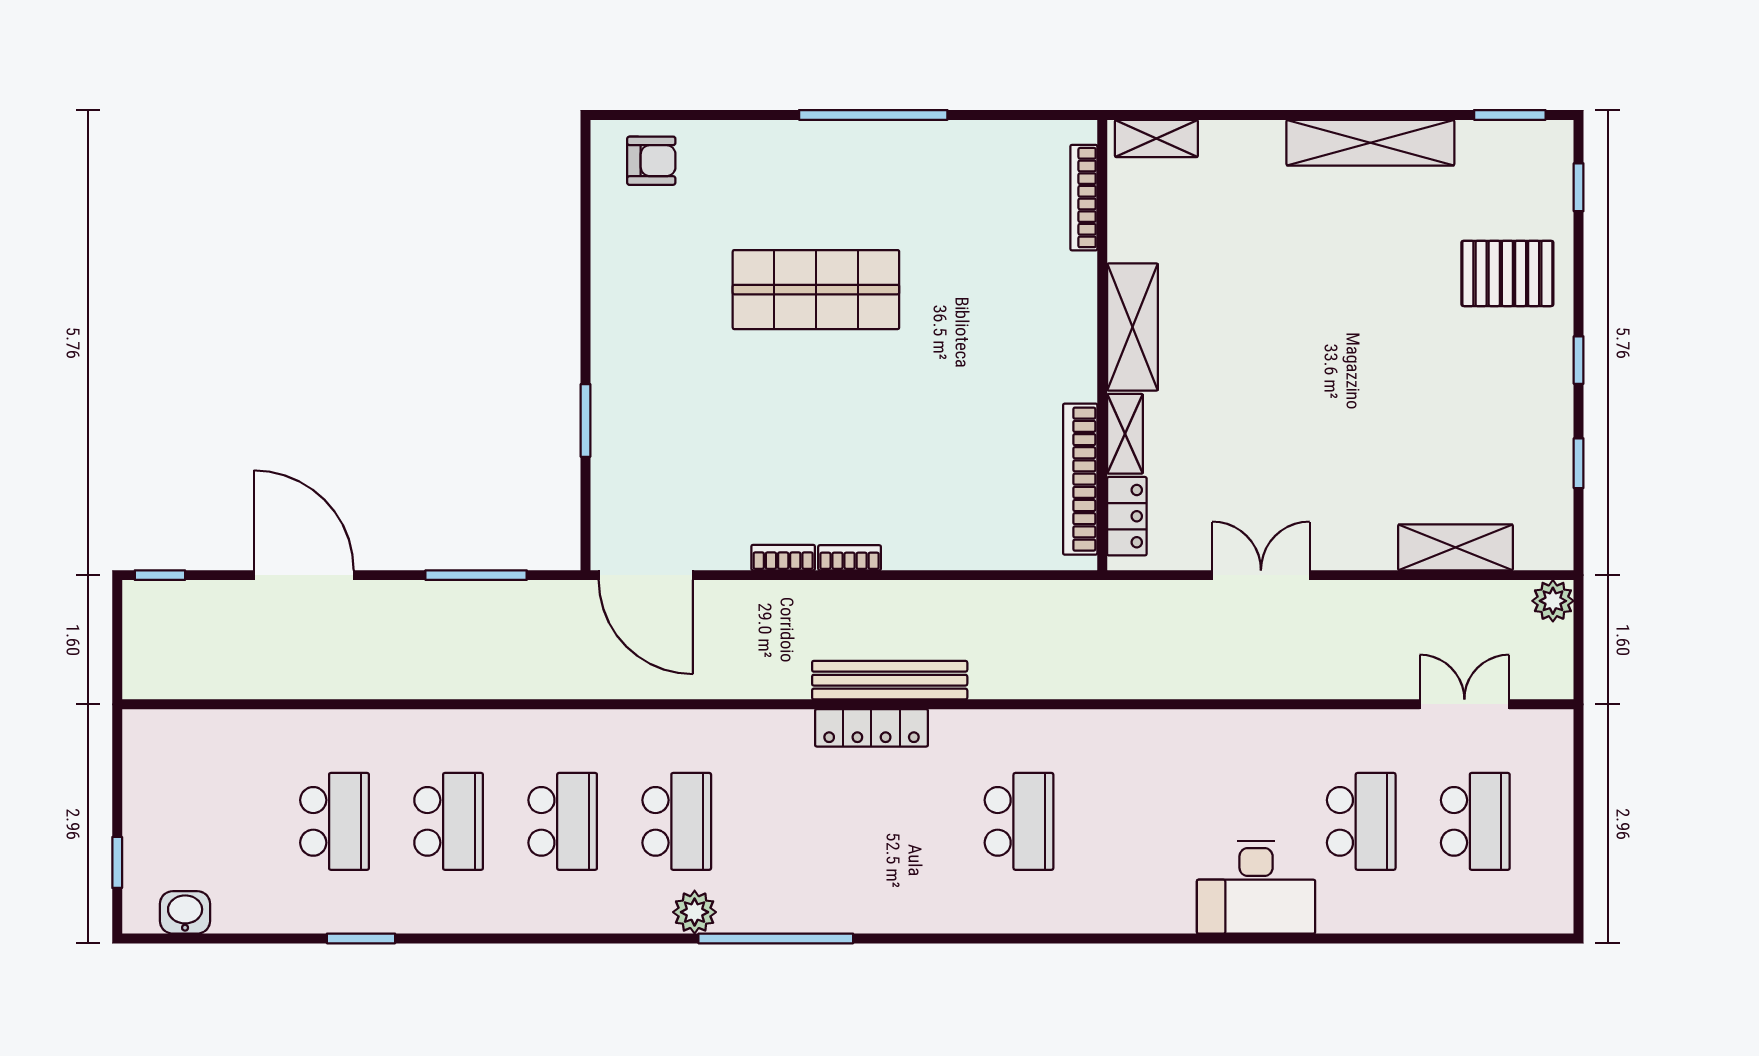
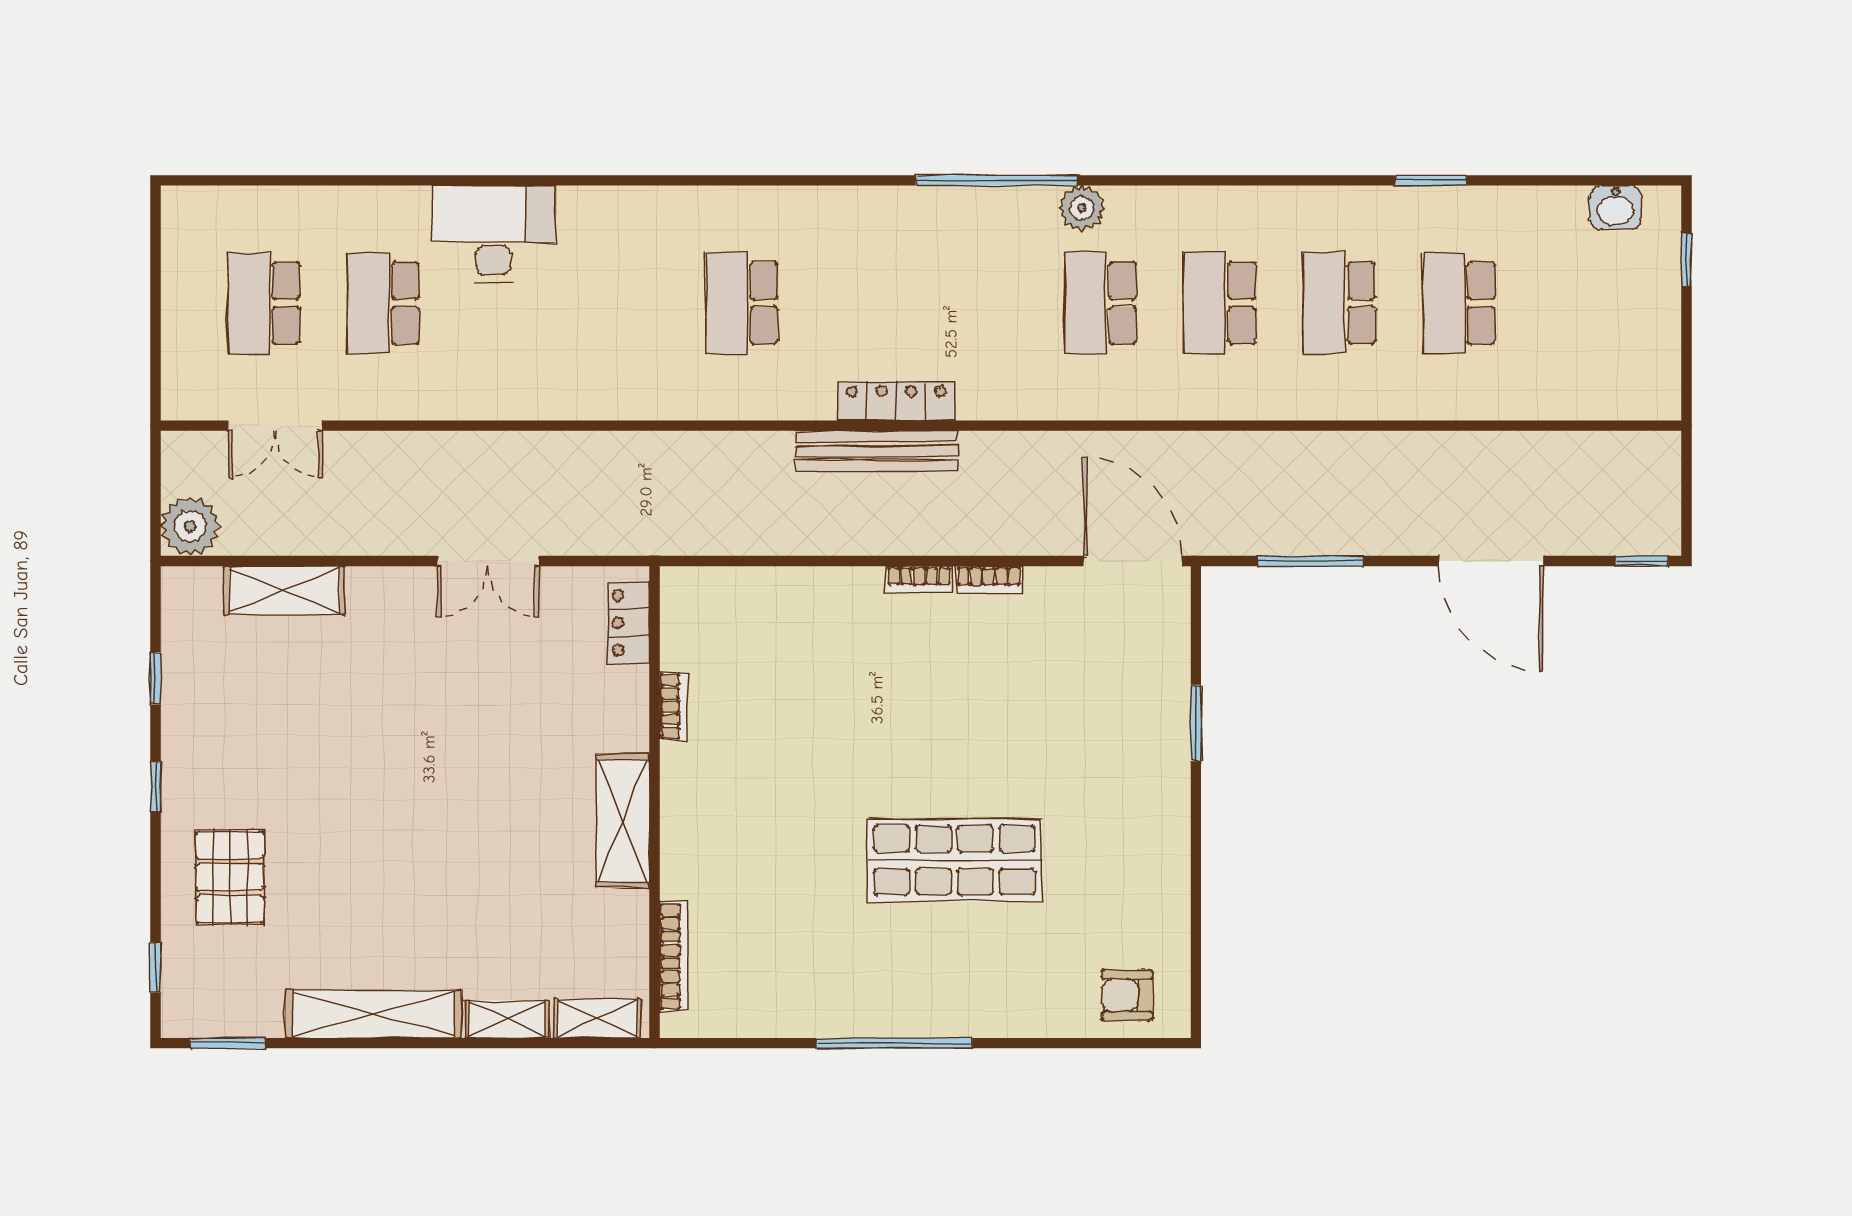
pallet: (1507, 273) -> (230, 877), turned 90
shelving: (1125, 434) -> (507, 1019), moved, turned 90
bookcase: (1080, 479) -> (673, 707), width x0.43, depth x0.76
plant: (1553, 601) -> (190, 526), width x1.36, depth x1.36

